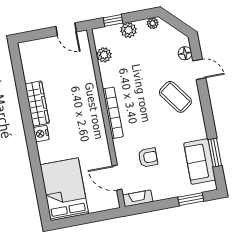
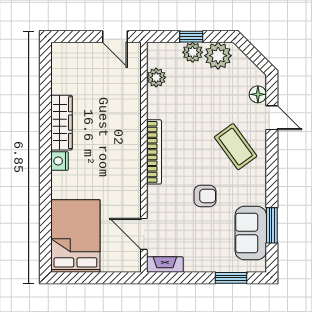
window: (113, 20) -> (191, 37), moved
plant: (153, 23) -> (218, 56), width x1.88, depth x1.88
armchair: (148, 157) -> (205, 196), moved

